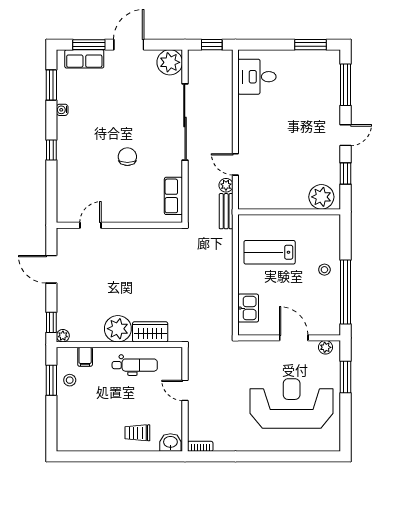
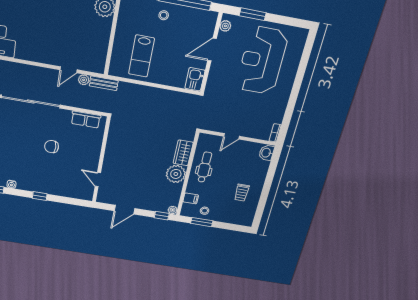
kitchen sink: (248, 308) -> (195, 79), moved, turned -90
trolley: (137, 433) -> (242, 193), moved

